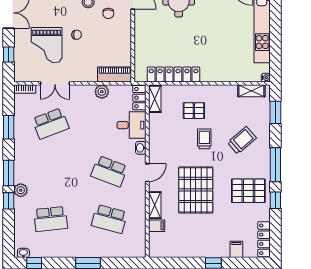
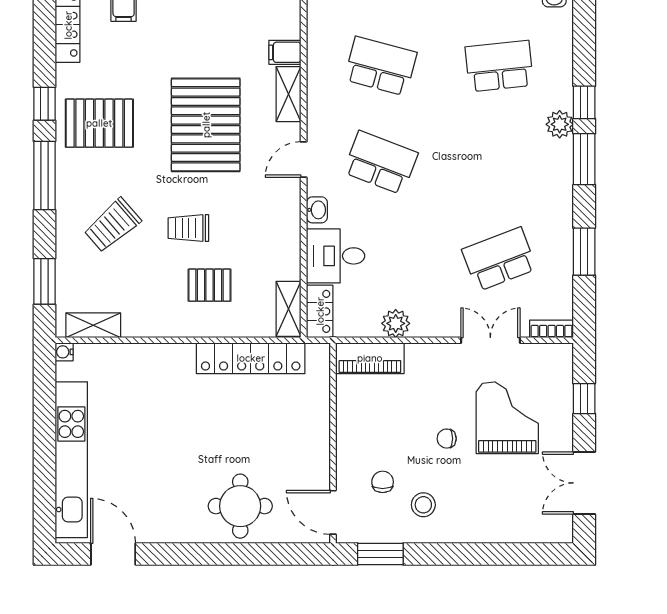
trolley: (204, 139) -> (188, 228), turned 90

